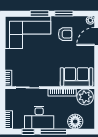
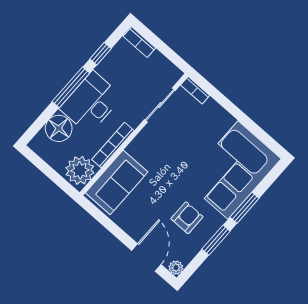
armchair: (65, 34) -> (187, 218), turned 180
desk: (39, 118) -> (91, 103), moved

